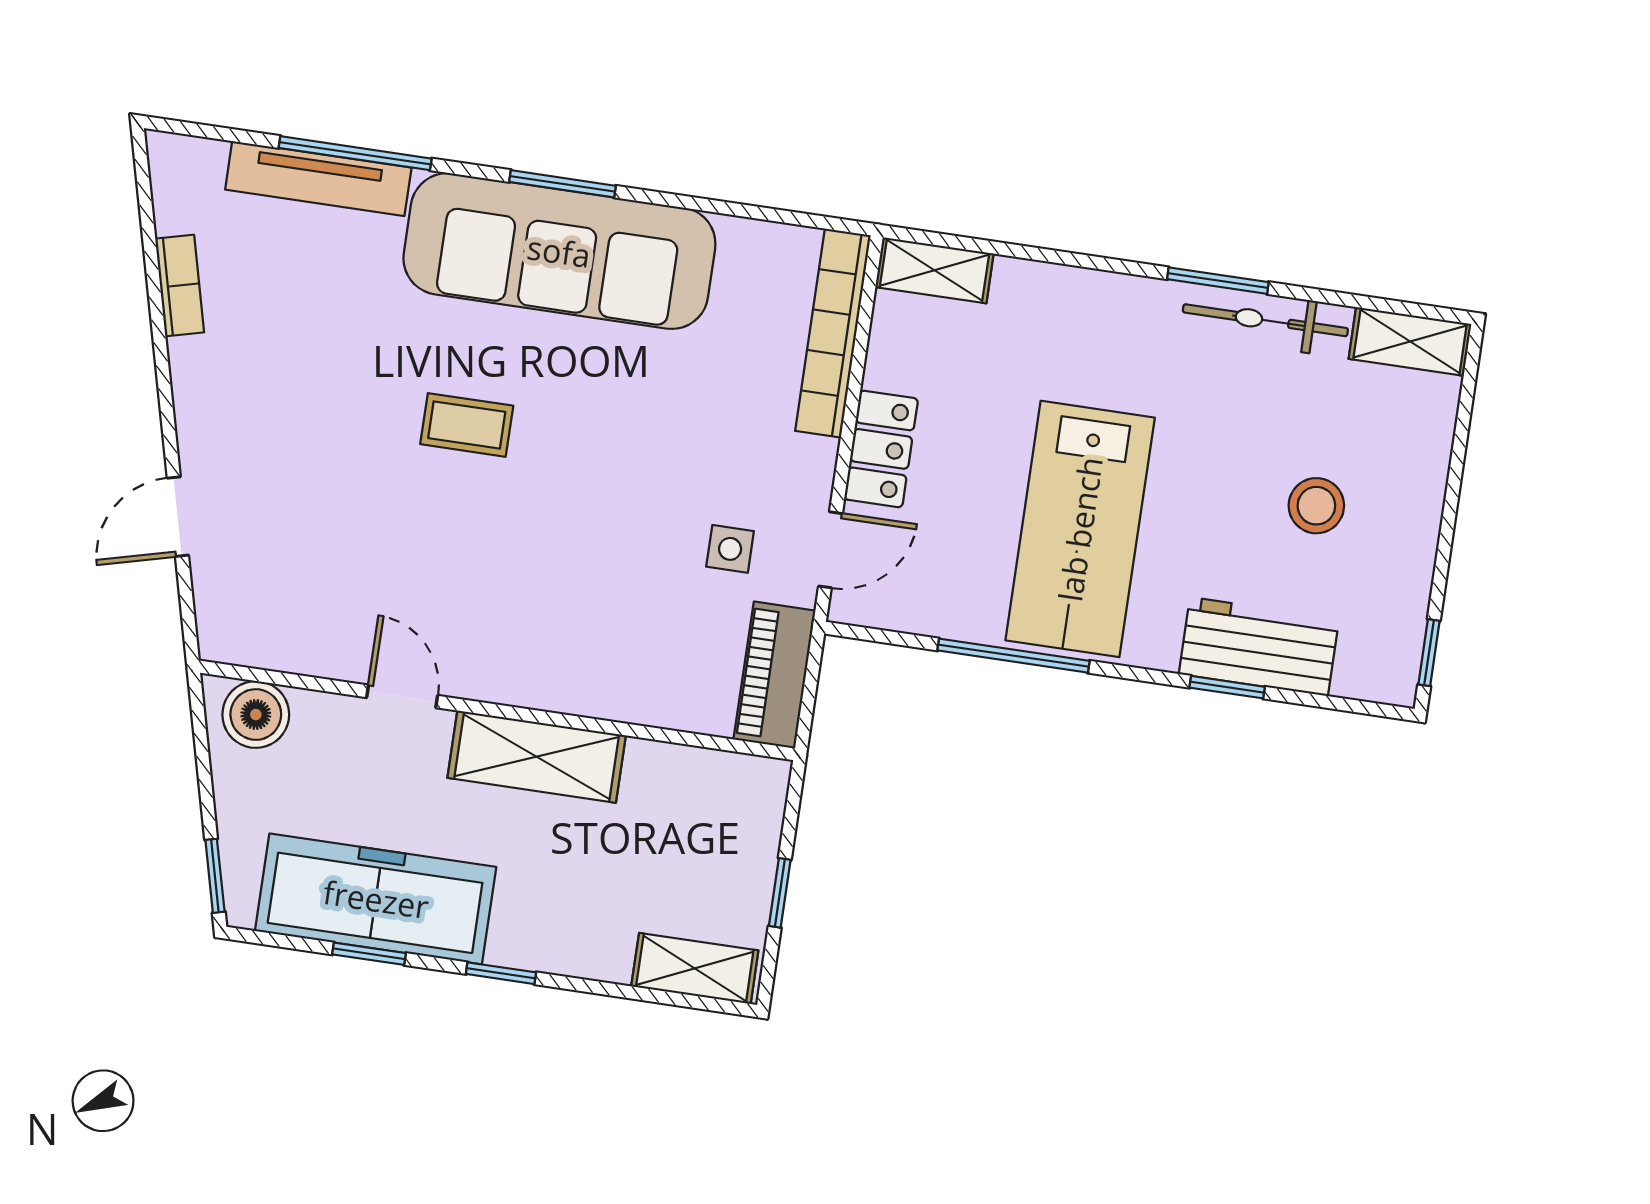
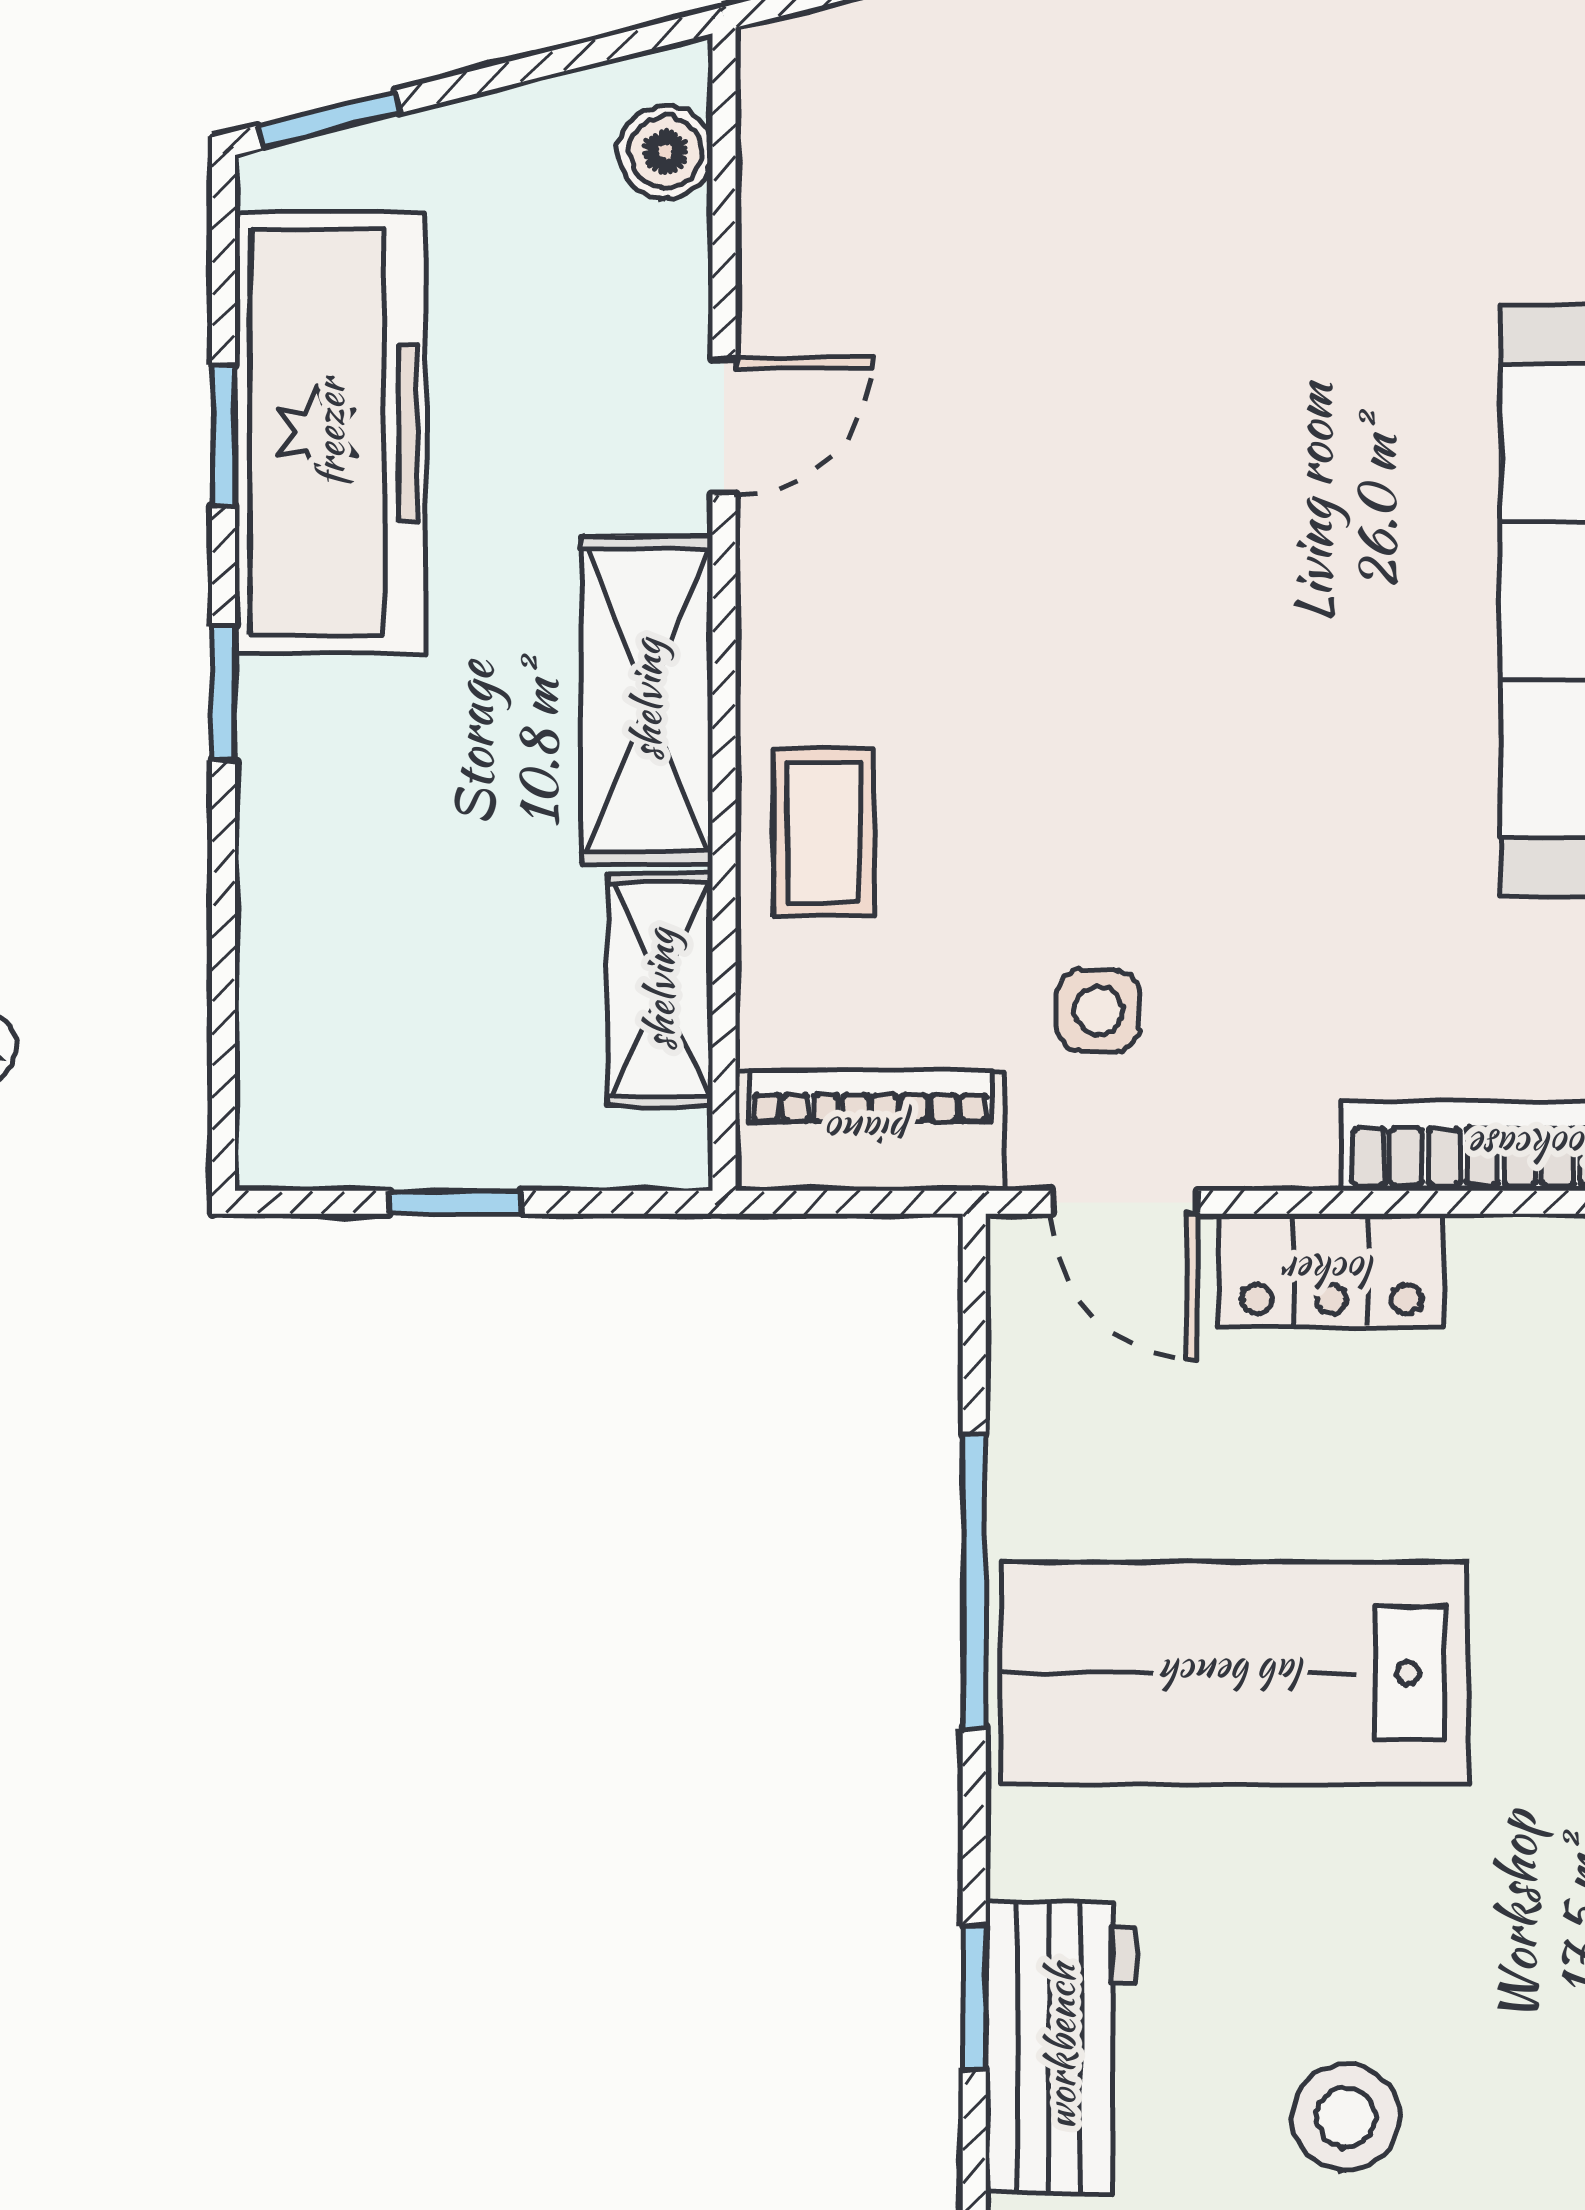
coffee table: (467, 425) -> (824, 832), moved
boiler: (256, 715) -> (665, 152), width x0.73, depth x0.73
shelving: (695, 968) -> (660, 990), moved

